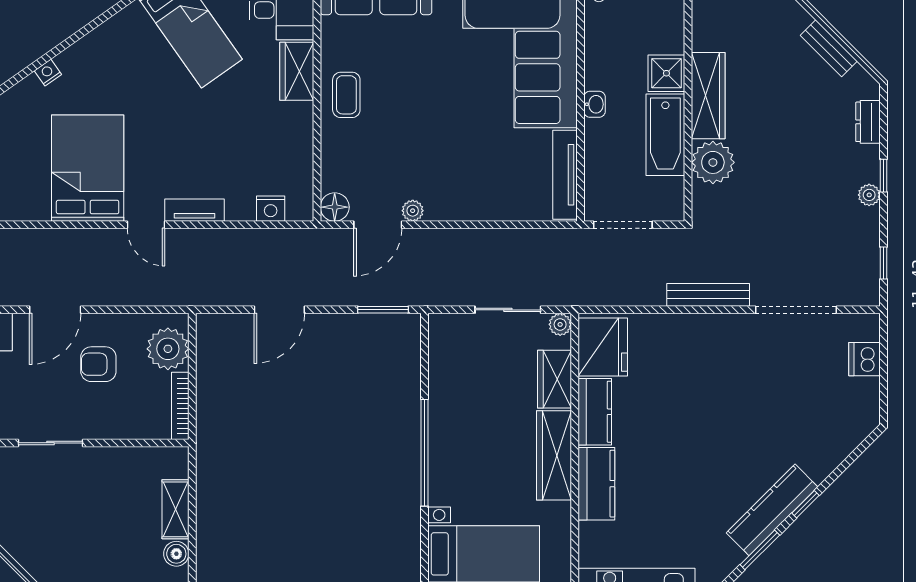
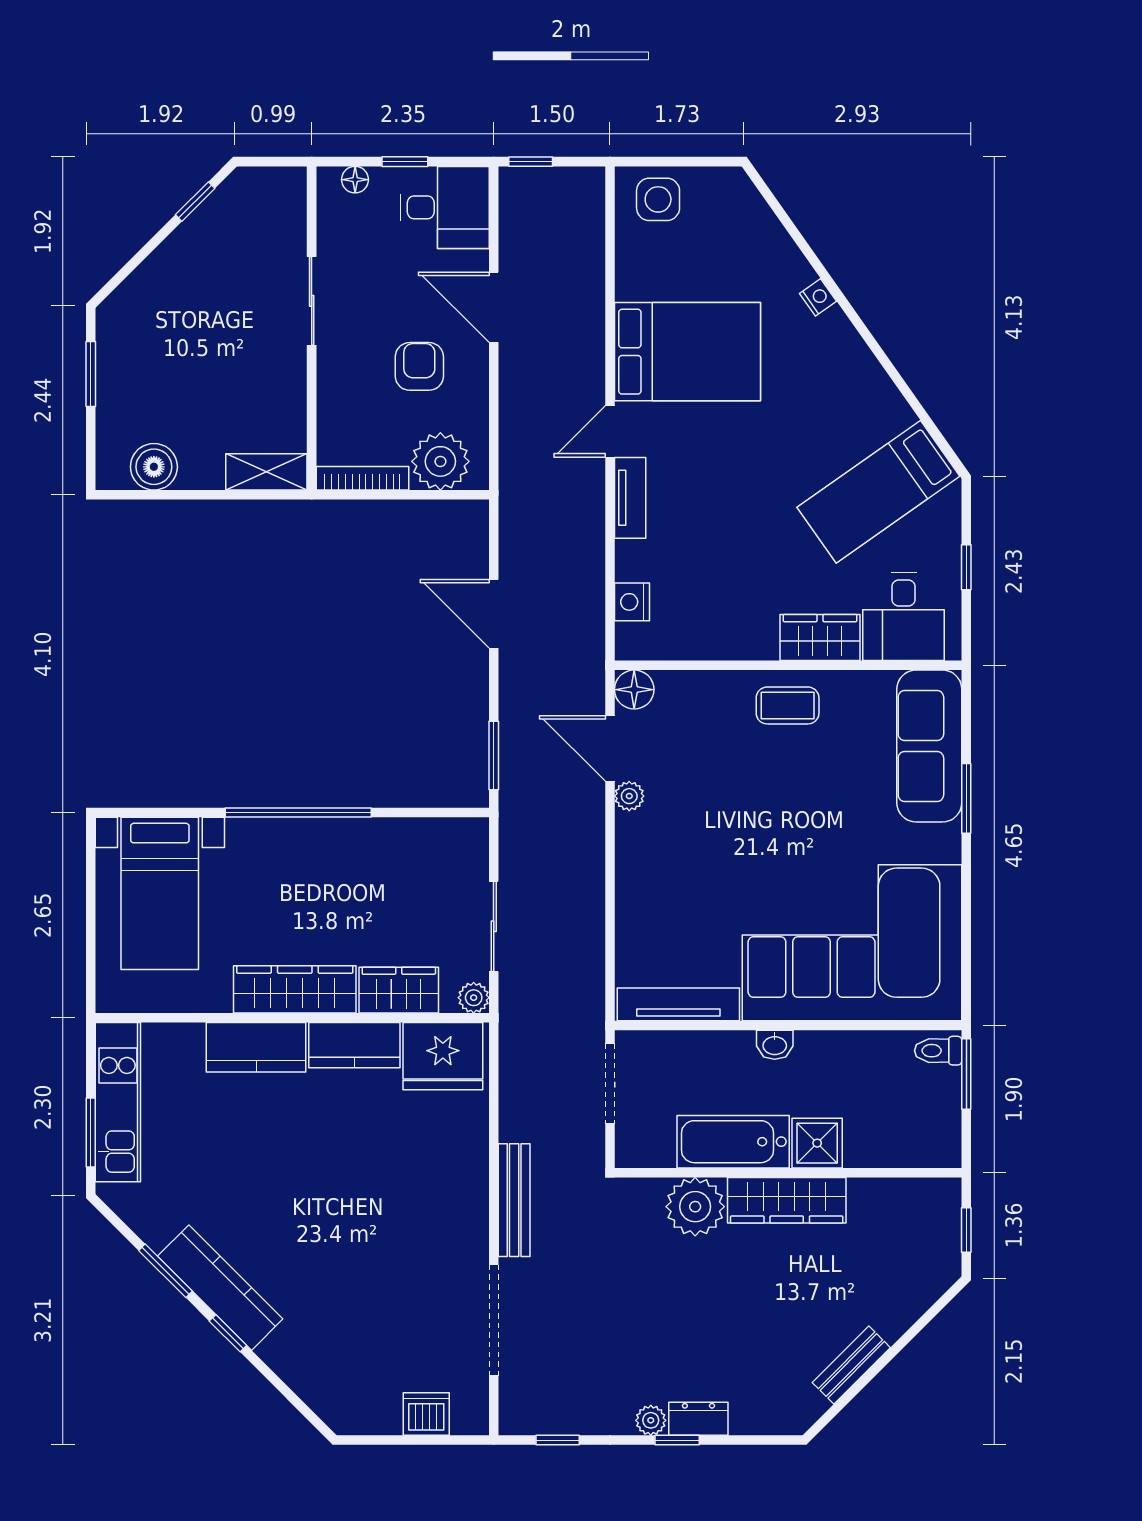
dresser: (868, 122) -> (698, 1419), moved
shelving: (176, 509) -> (266, 472), moved
boiler: (176, 554) -> (154, 467), width x1.36, depth x1.36

